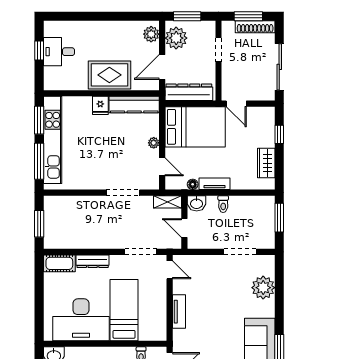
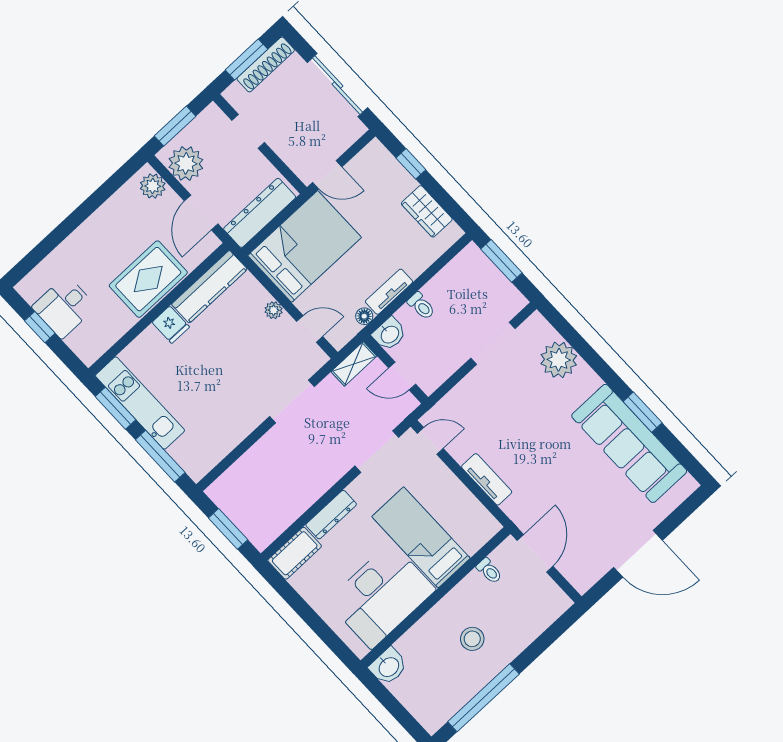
kitchen unit: (53, 140) -> (140, 403), width x0.73

